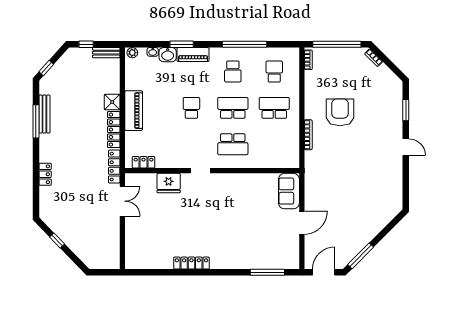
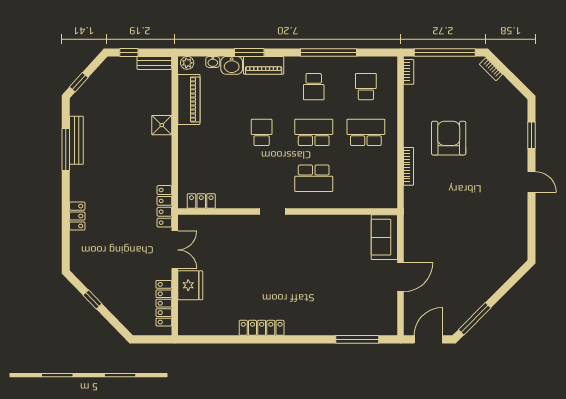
piano: (134, 111) -> (189, 99), moved
locker: (114, 130) -> (164, 303), moved
fridge: (169, 183) -> (190, 285), moved, turned -90

